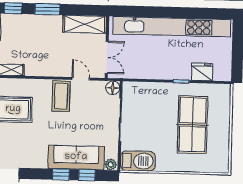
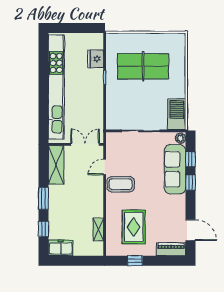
floor lamp: (113, 88) -> (112, 138), removed

